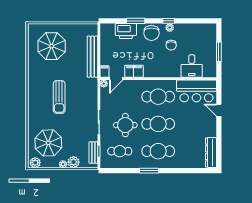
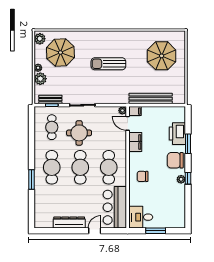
chair: (171, 45) -> (143, 176), moved
desk: (192, 66) -> (141, 217), moved
dresser: (211, 153) -> (69, 222), moved
window: (149, 171) -> (32, 180), moved

